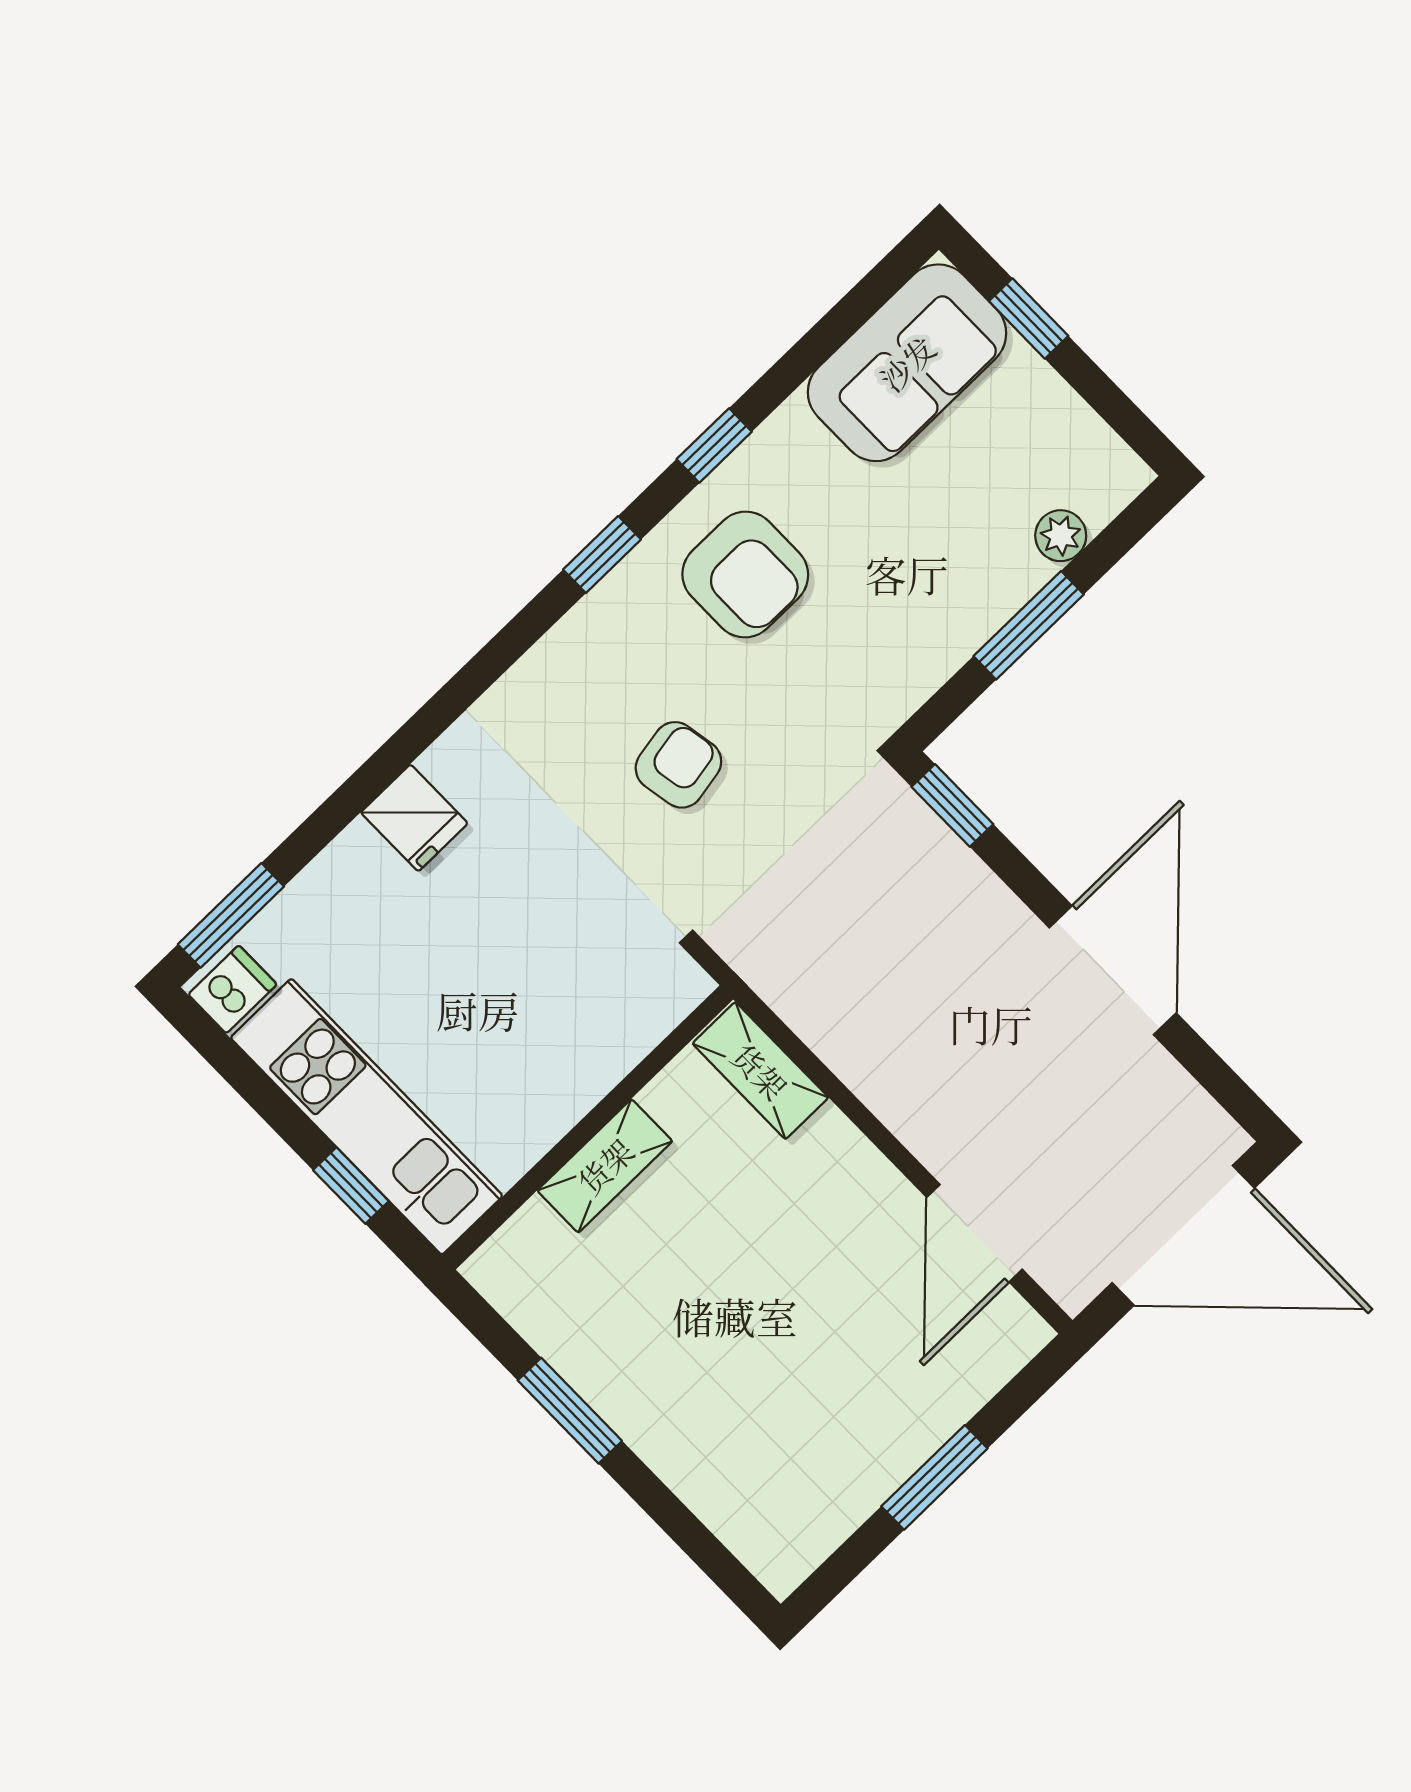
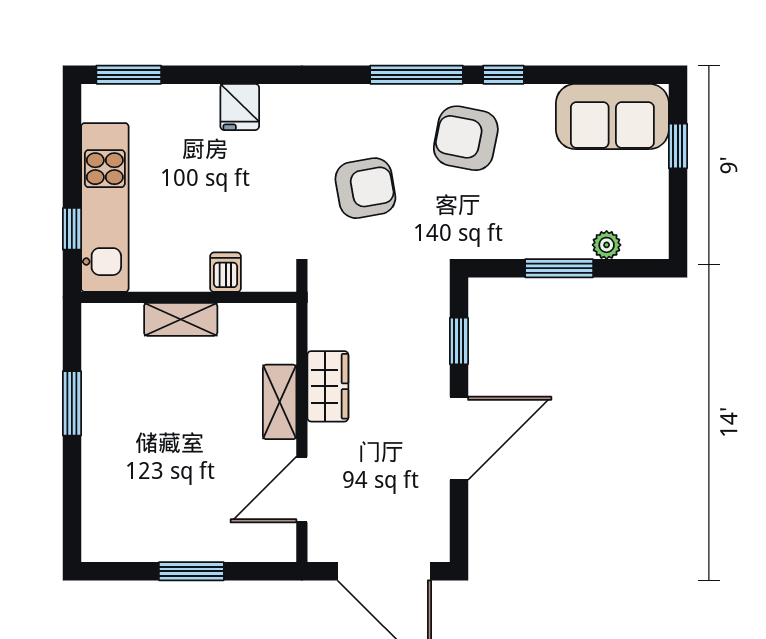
window: (602, 555) -> (416, 75), width x2.17
armchair: (745, 575) -> (466, 138), turned 101
armchair: (678, 765) -> (365, 188), width x1.38, depth x1.38
window: (952, 805) -> (459, 341), moved
dishwasher: (233, 989) -> (226, 272), moved, turned -90
wardrobe: (878, 1068) -> (328, 386), added
shelving: (760, 1071) -> (280, 402), moved

